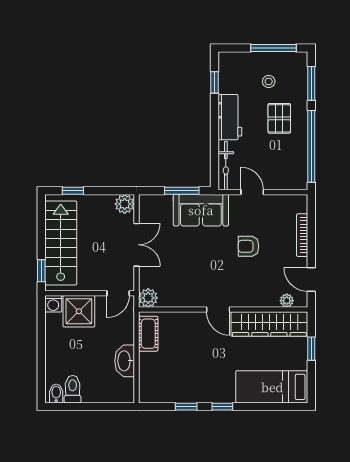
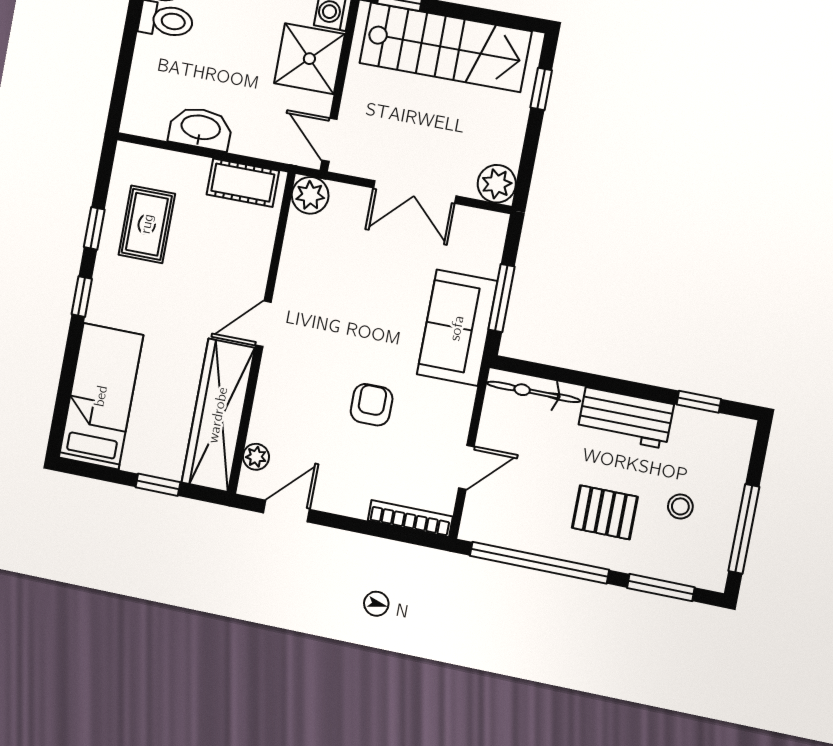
door: (252, 192) -> (466, 467), moved
bookcase: (302, 235) -> (410, 518), moved
rug: (179, 380) -> (147, 224), added

